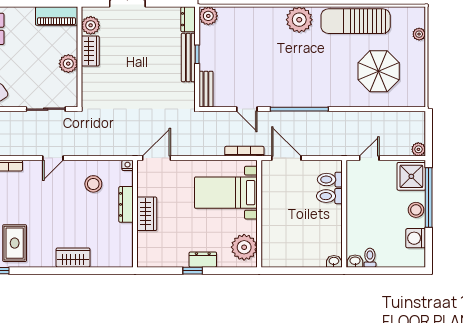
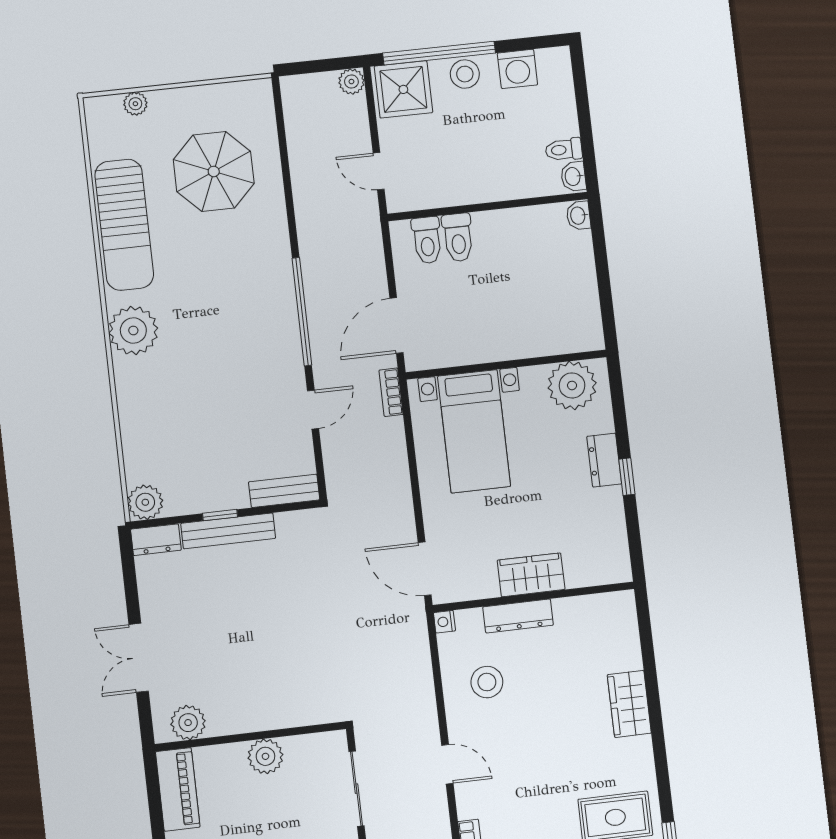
wardrobe: (90, 51) -> (237, 718), removed
bookcase: (244, 151) -> (391, 392), width x0.64

